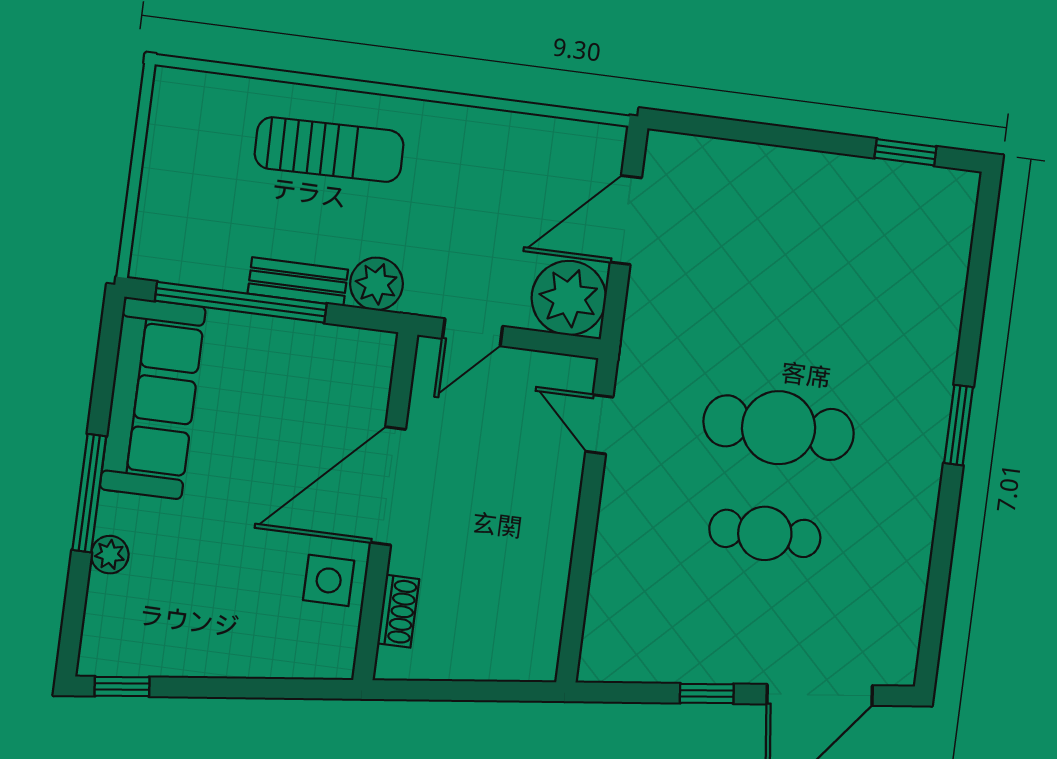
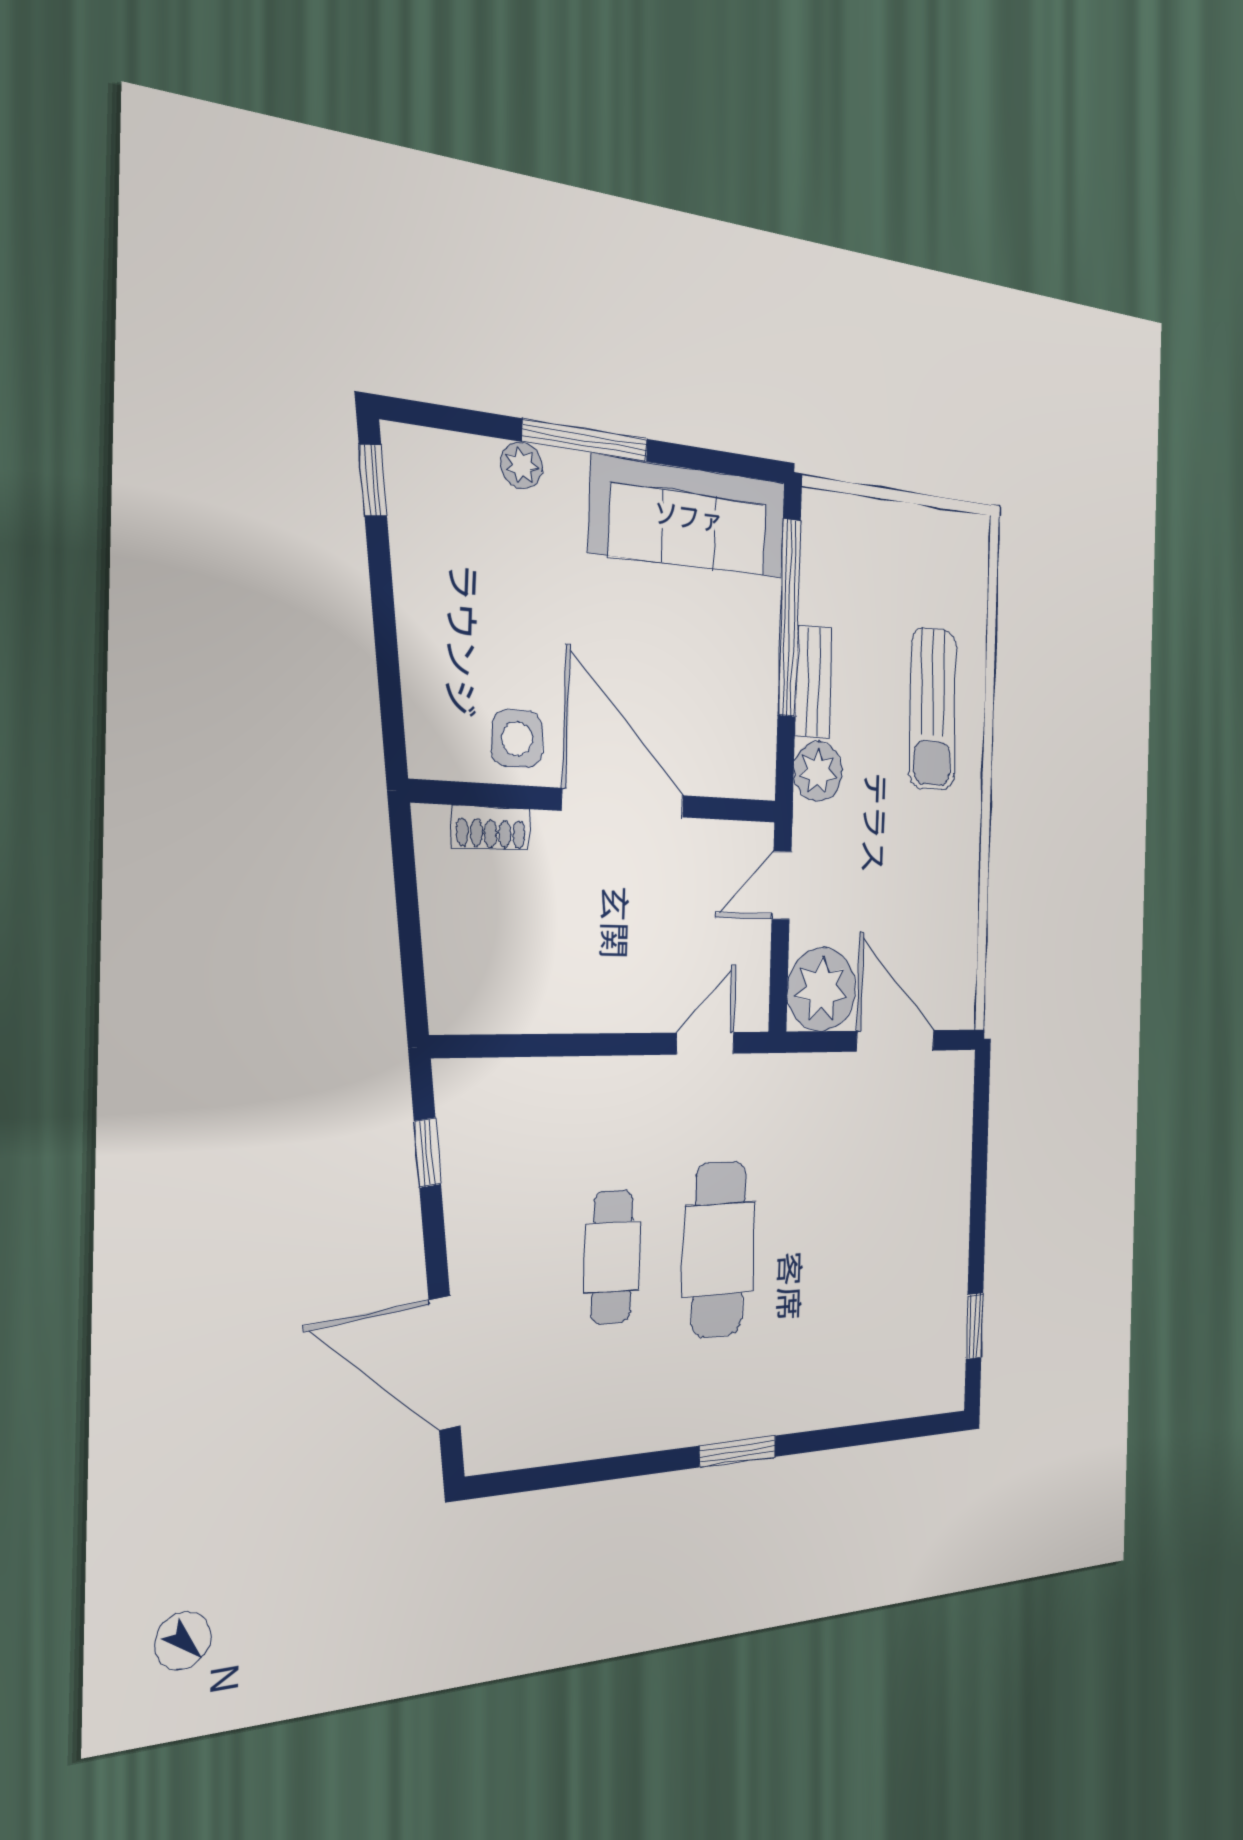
door: (473, 332) -> (782, 885), hinge flipped
window: (707, 693) -> (427, 1153), moved

